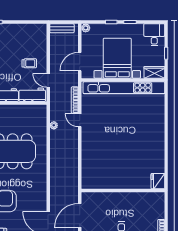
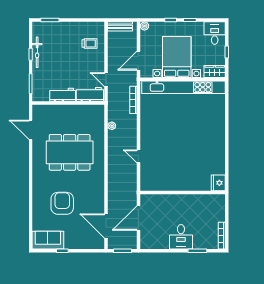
trolley: (29, 63) -> (90, 43), moved
door: (80, 120) -> (138, 156), moved

